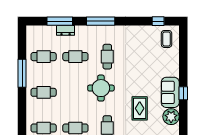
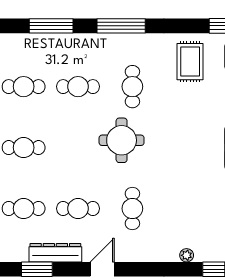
dresser: (66, 30) -> (61, 42), removed
rug: (140, 108) -> (190, 62), moved

